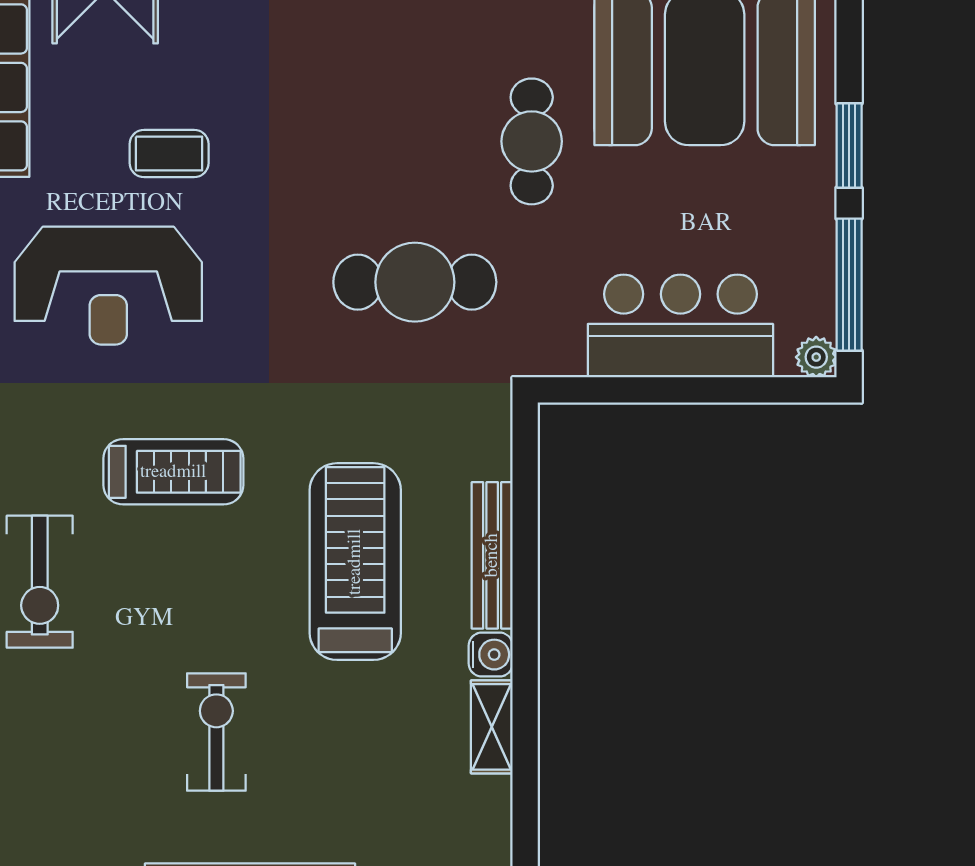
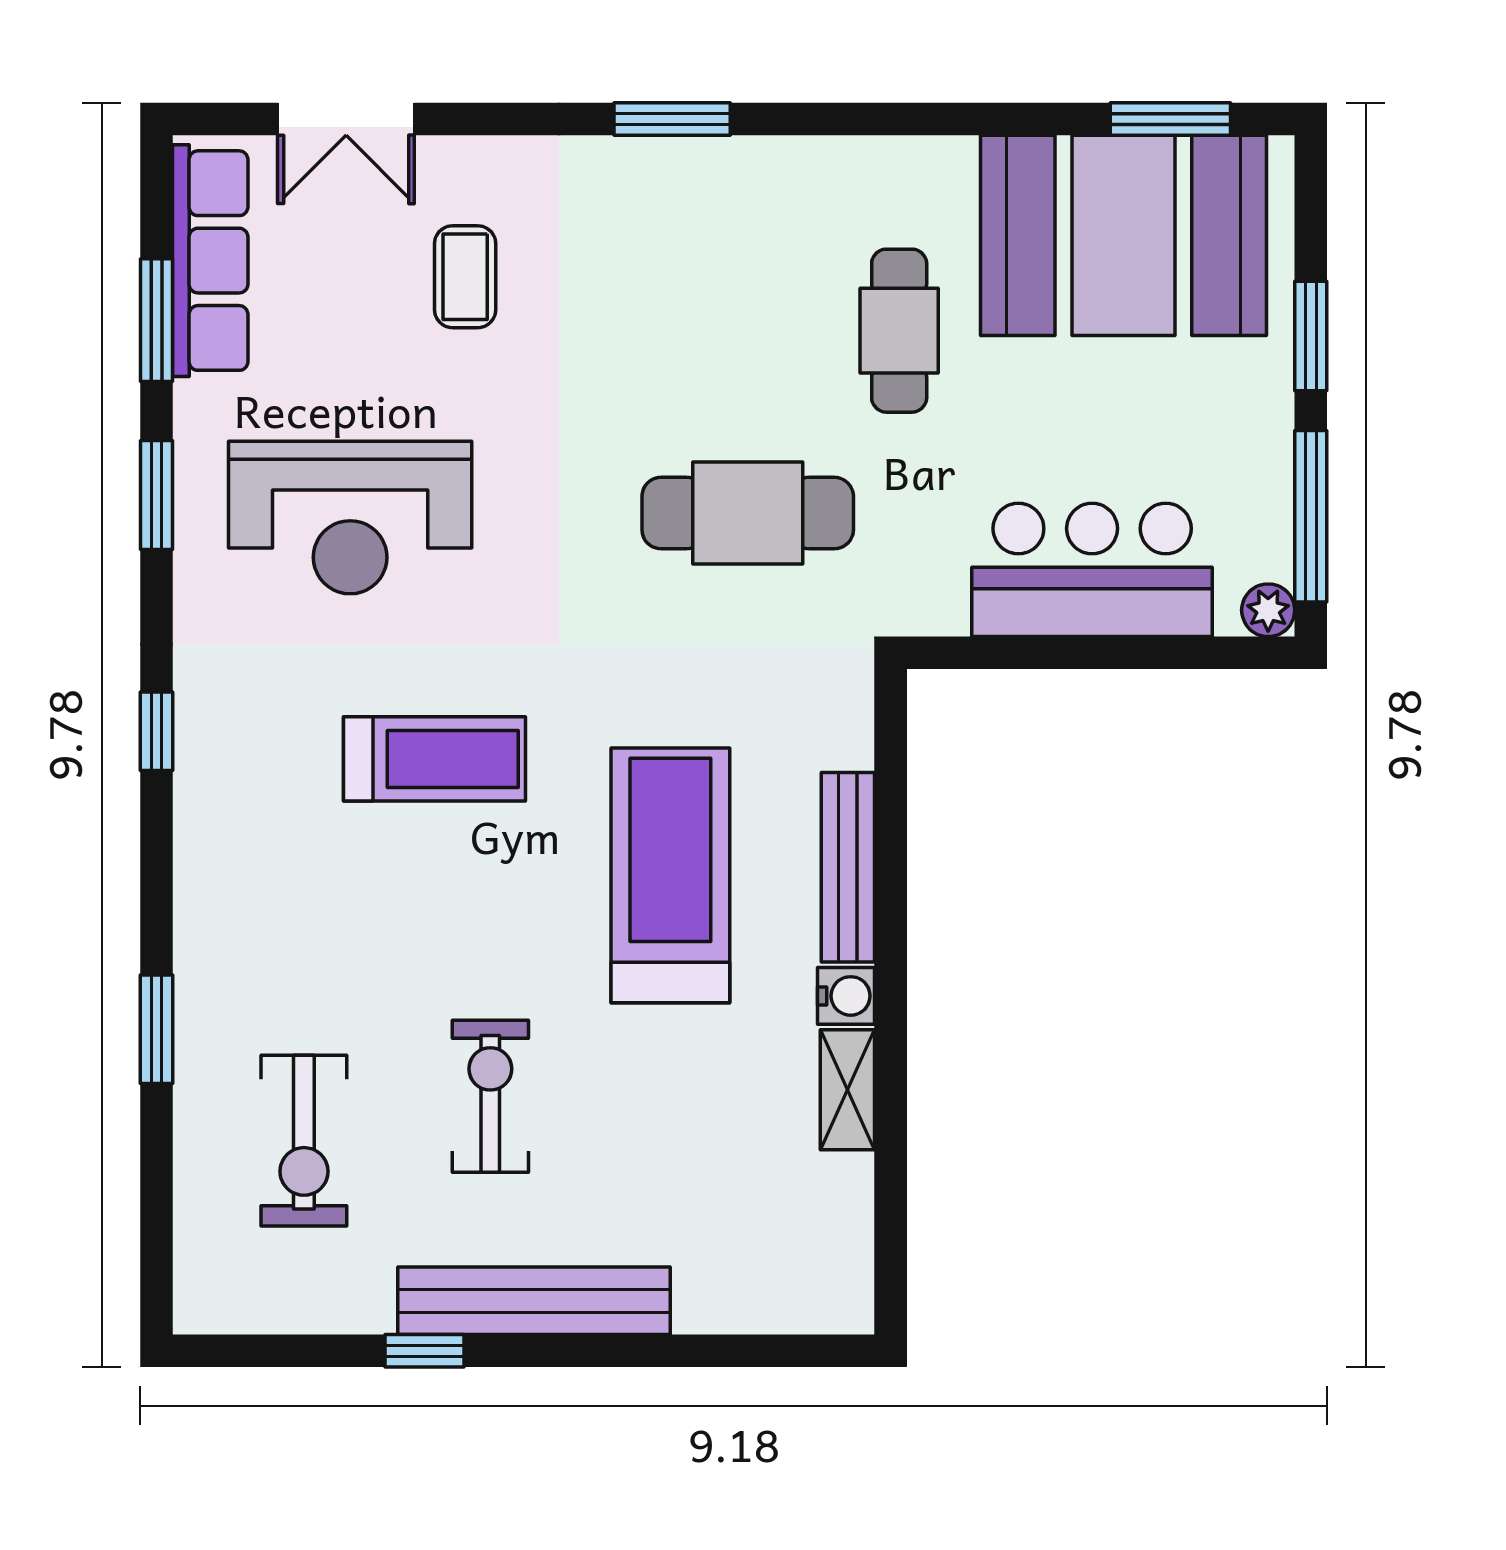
coffee table: (169, 154) -> (465, 277), moved, turned 90
exercise bike: (40, 582) -> (304, 1141), moved

